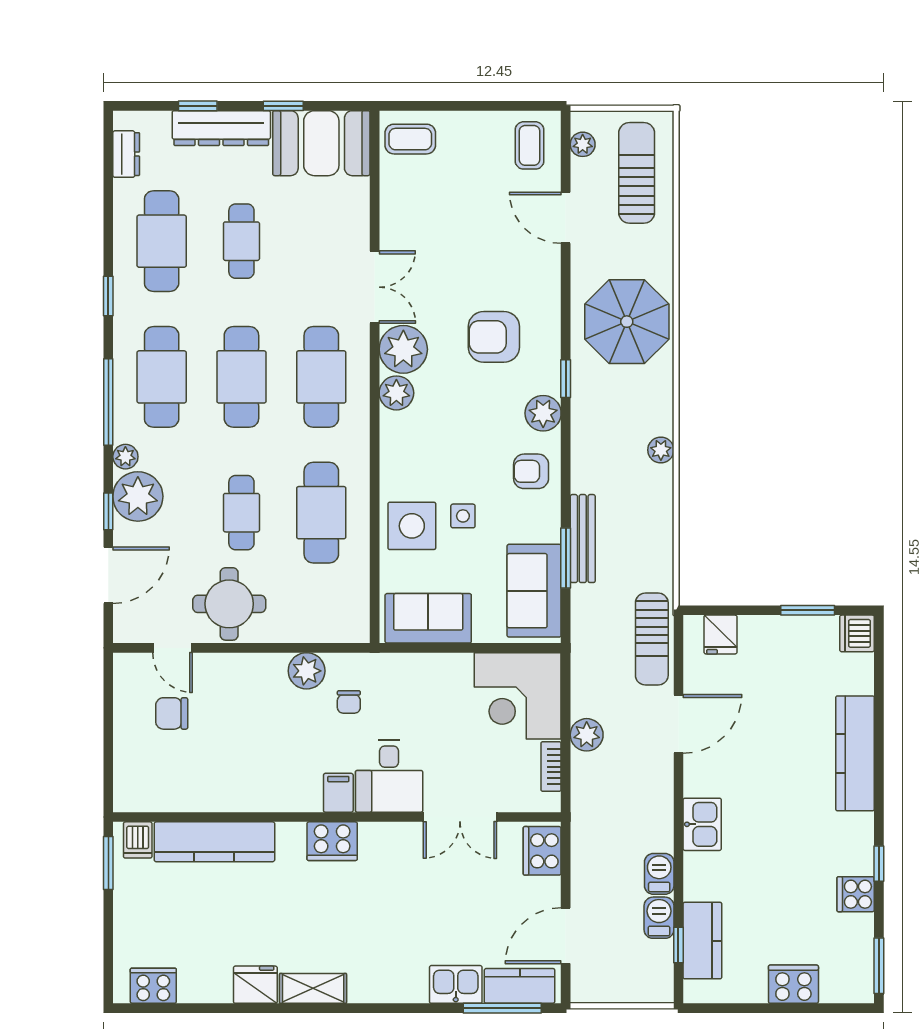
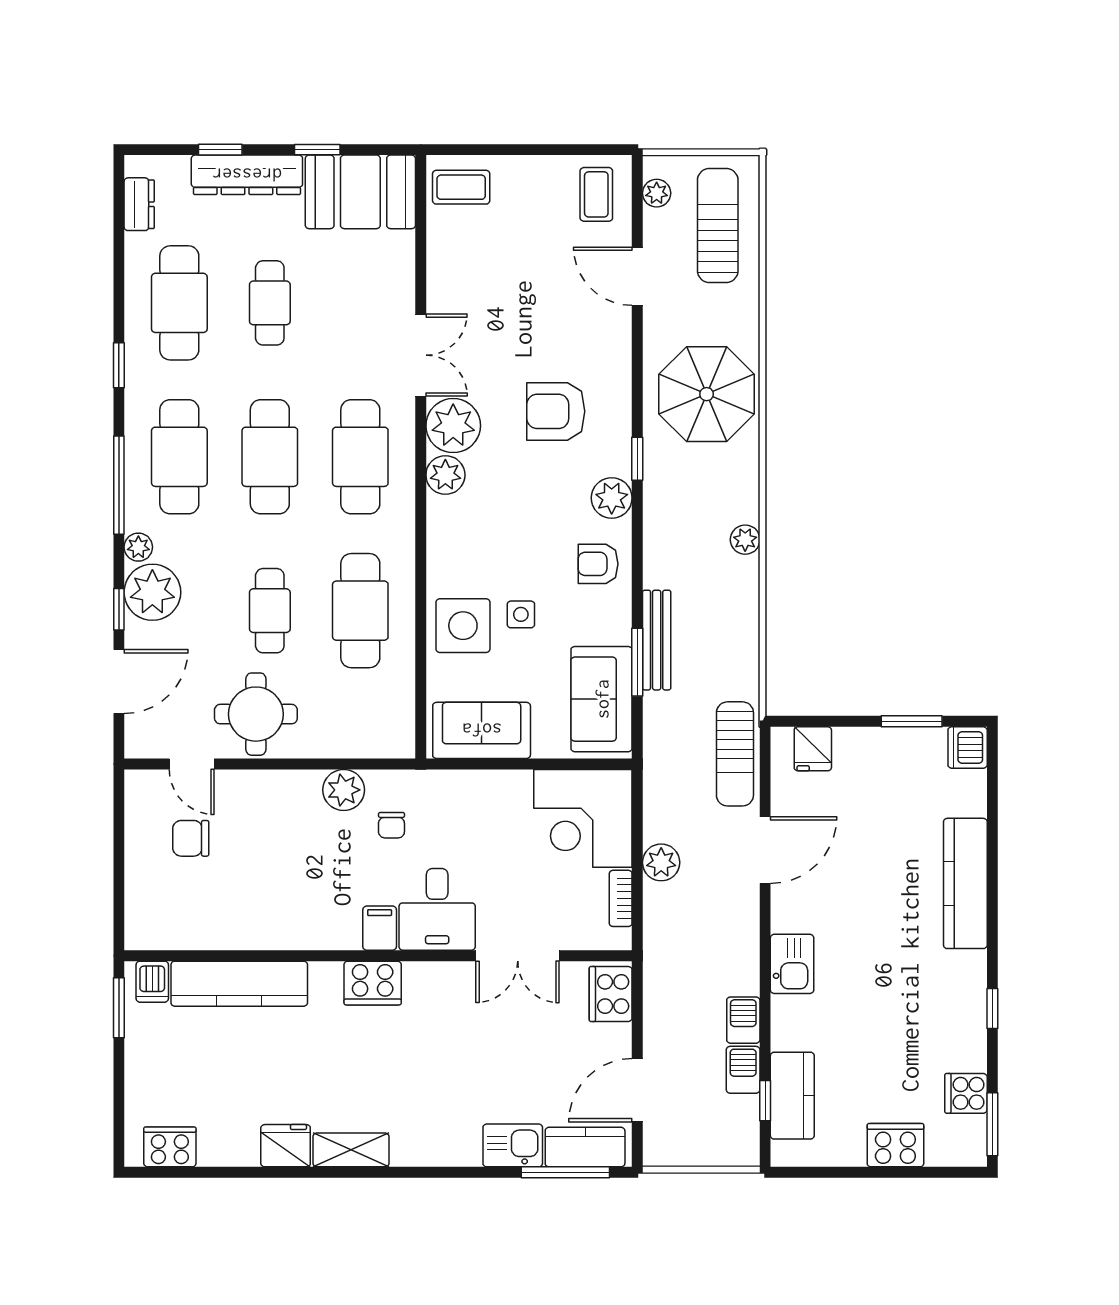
cooker: (856, 894) -> (966, 1093), moved

